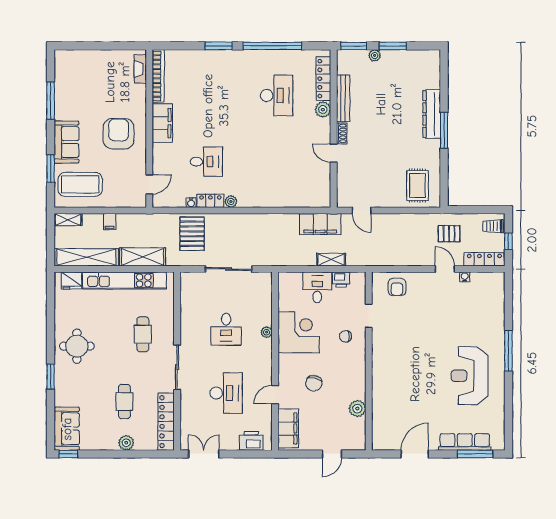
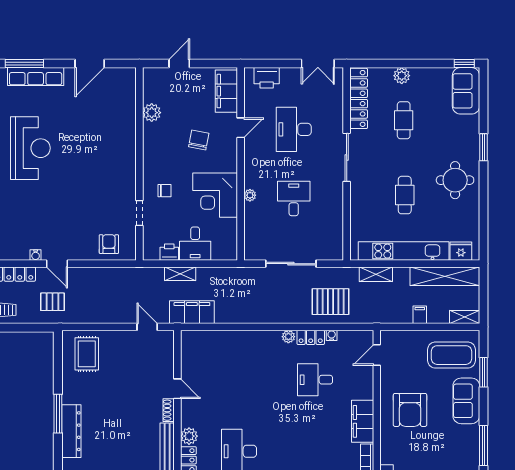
pallet: (192, 234) -> (330, 302), turned 90
shelving: (143, 257) -> (376, 274), width x0.67, depth x0.75
cafe table: (143, 334) -> (405, 195), moved

